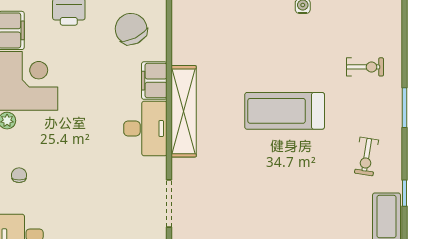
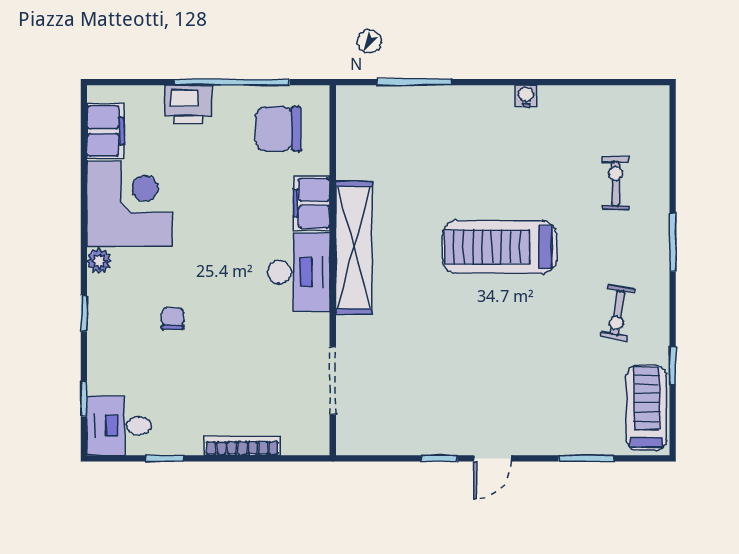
chair: (131, 29) -> (278, 129), turned -64
exercise bike: (365, 67) -> (615, 184), turned -90
chair: (19, 175) -> (173, 319), moved

